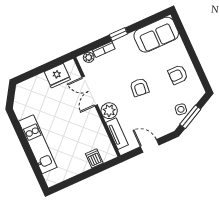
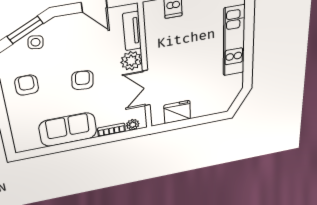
window: (118, 34) -> (88, 143), removed
sofa: (156, 35) -> (68, 130), moved
armchair: (178, 75) -> (27, 85), turned -90
double door: (90, 91) -> (146, 88), swing flipped

